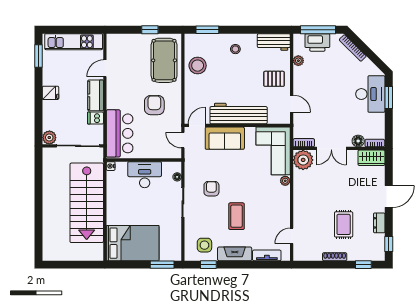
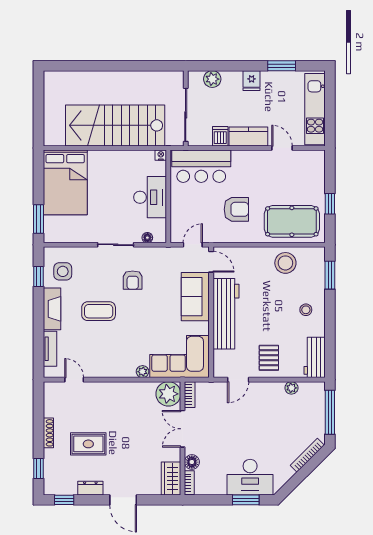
printer: (317, 42) -> (314, 411), removed
window: (39, 56) -> (282, 66), moved
plant: (49, 138) -> (212, 79), moved
armchair: (211, 189) -> (133, 280), turned 90

